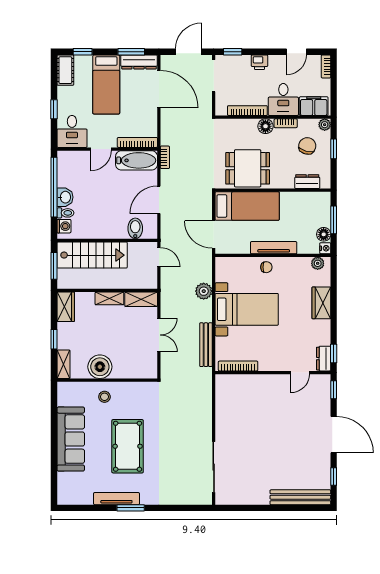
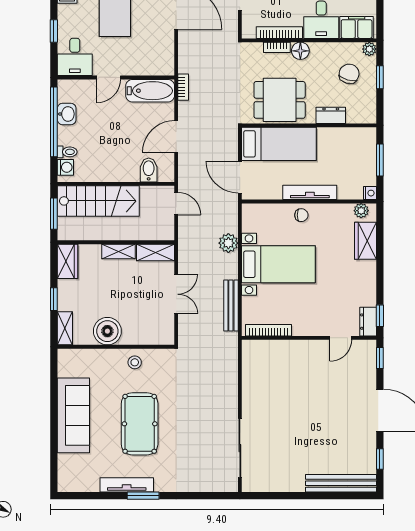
bookcase: (286, 123) -> (277, 47), moved
bookcase: (137, 142) -> (151, 70), removed
dresser: (307, 182) -> (331, 115), moved
washbasin: (65, 197) -> (67, 114), moved
floor lamp: (324, 234) -> (368, 177), removed
wardrobe: (321, 303) -> (365, 241), moved
stool: (104, 397) -> (135, 362), moved

